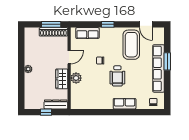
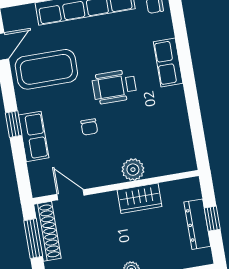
row of seats: (87, 33) -> (34, 136), moved
door: (69, 57) -> (71, 195), moved
wheelchair: (117, 76) -> (114, 87), turned 180
dresser: (56, 104) -> (197, 224), moved

